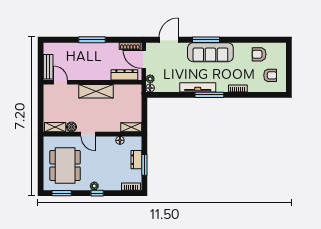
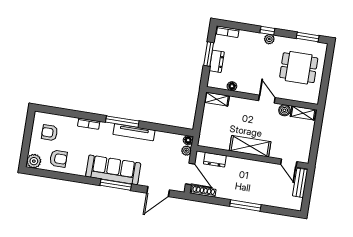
plant: (280, 49) -> (34, 161), added
dresser: (124, 75) -> (215, 160), width x0.70
dining table: (65, 165) -> (299, 68), width x0.73

